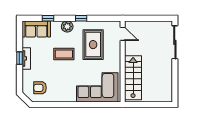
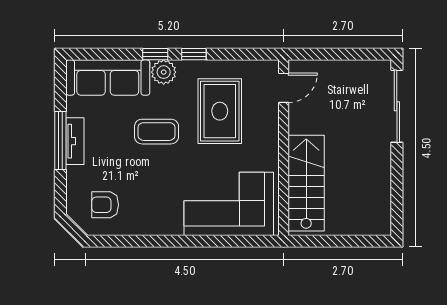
window: (48, 18) -> (155, 54), moved
sofa: (36, 29) -> (108, 77), width x1.36
door: (123, 34) -> (284, 88), hinge flipped
window: (19, 58) -> (60, 141), width x2.17

